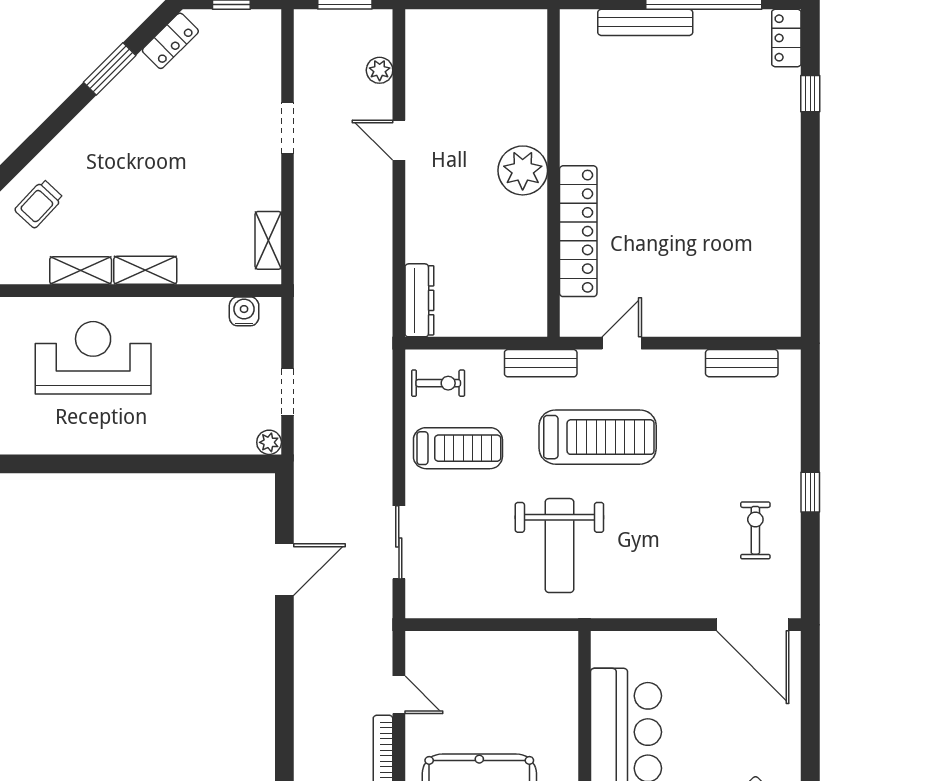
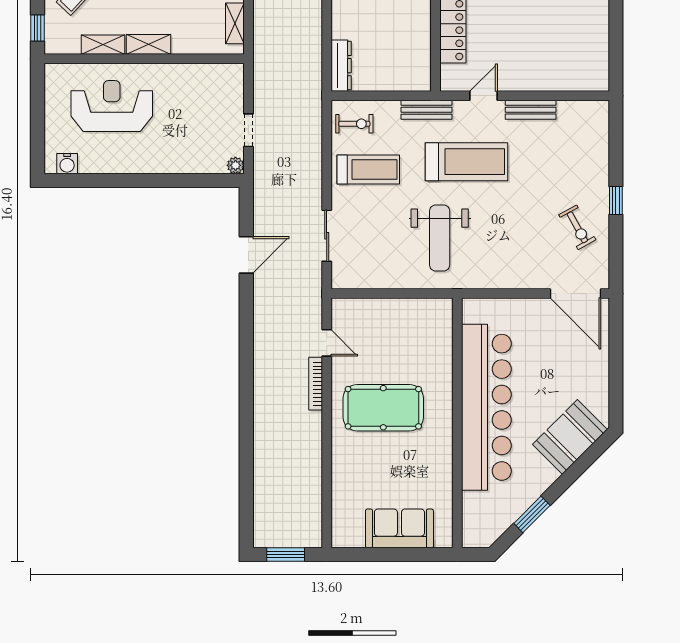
water cooler: (244, 311) -> (67, 164), moved, turned 180
bench: (742, 363) -> (531, 110), moved
exercise bike: (755, 530) -> (577, 227), turned 151

